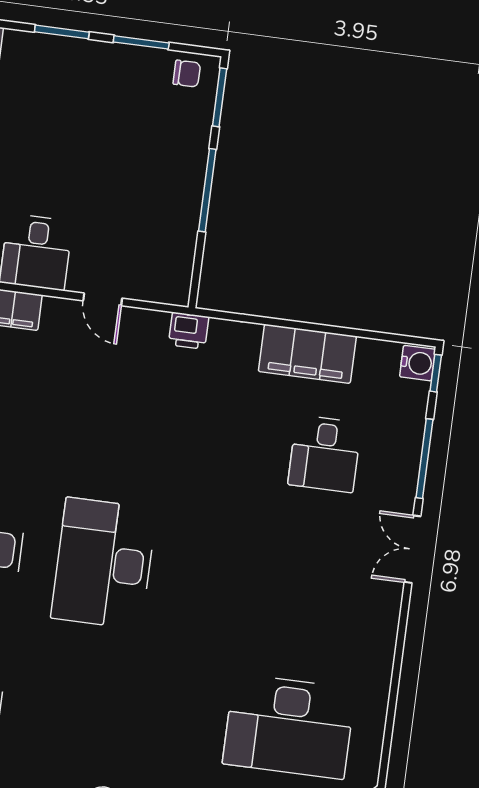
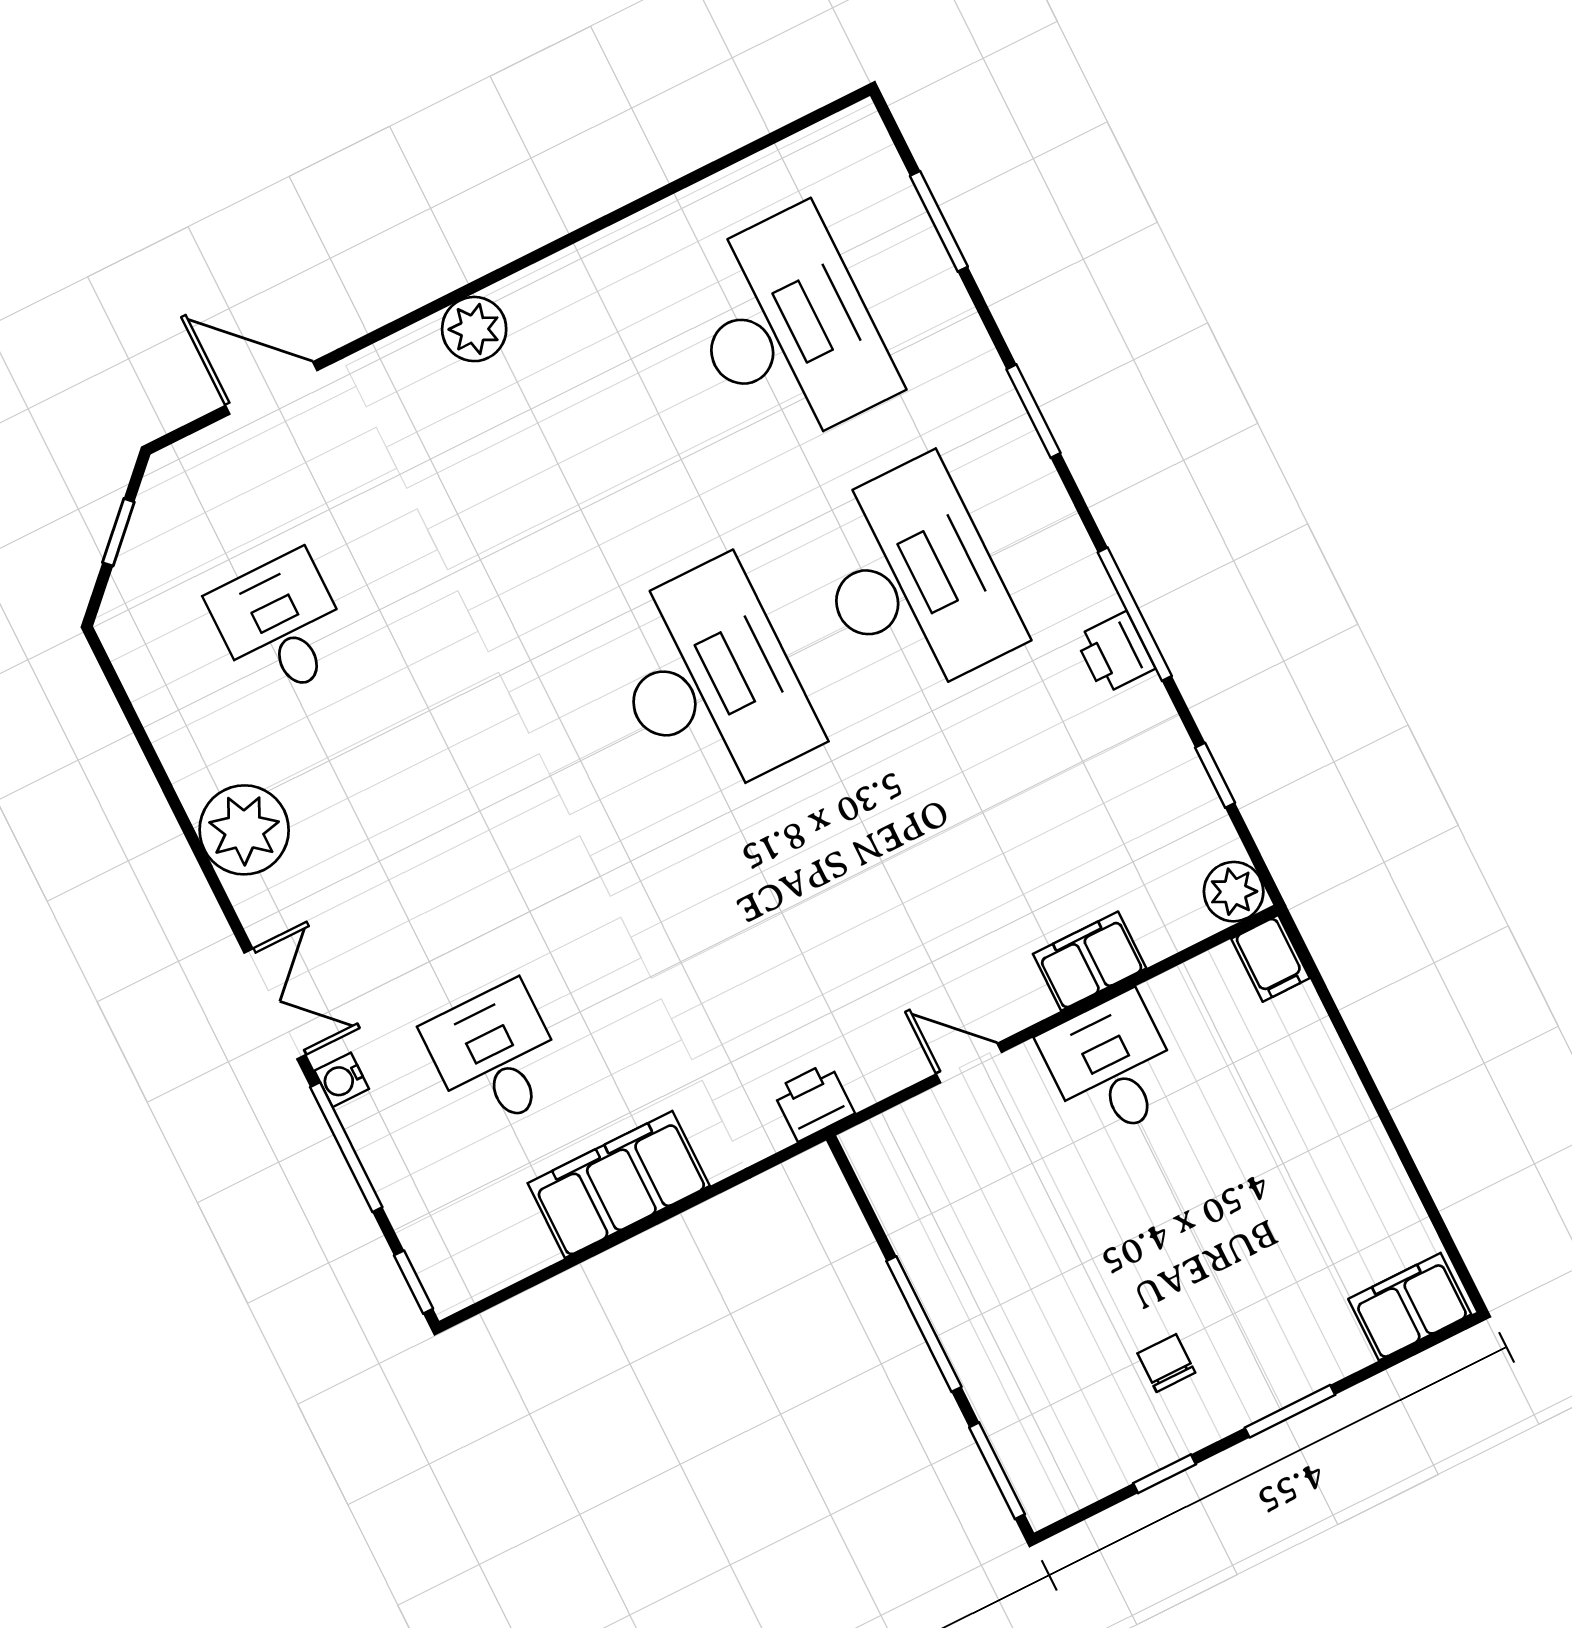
window: (141, 42) -> (1165, 1474), width x0.67
chair: (187, 74) -> (1166, 1363), moved, turned 90
water cooler: (418, 363) -> (342, 1080), moved, width x0.72, depth x0.72
plant: (371, 641) -> (244, 830), added
desk: (289, 726) -> (281, 626), width x0.53, depth x0.77

